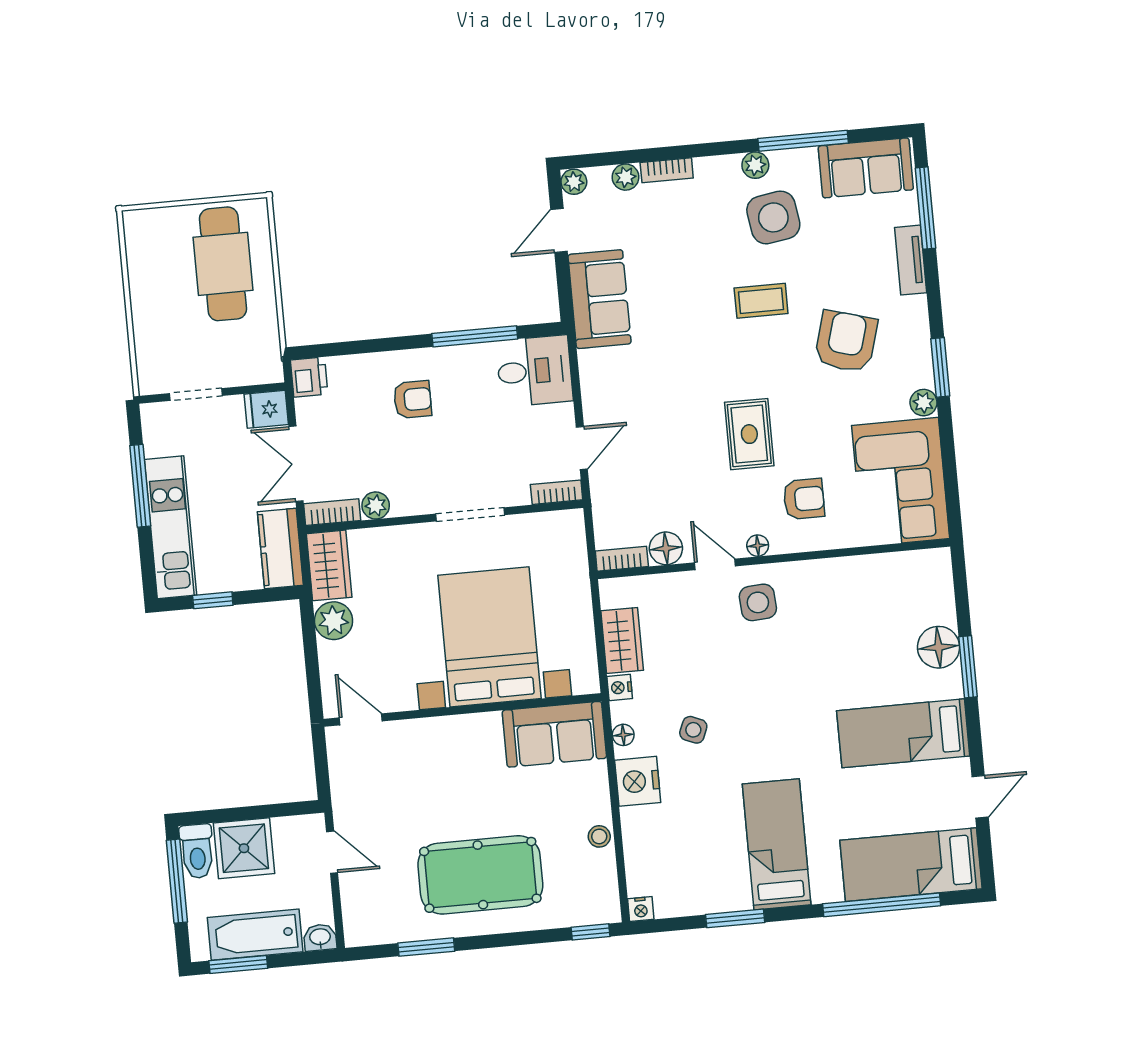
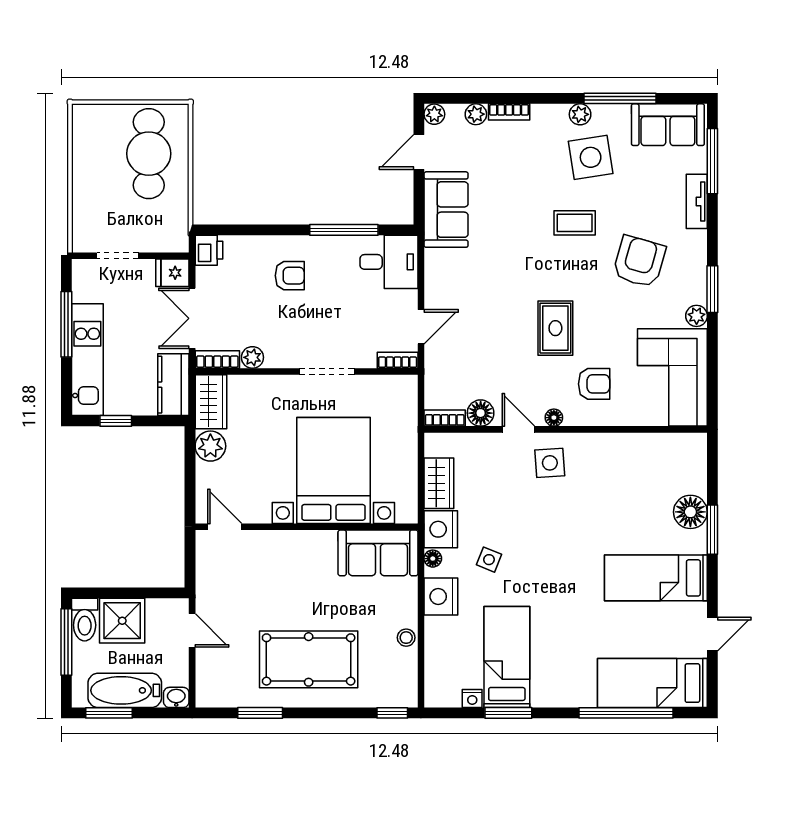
nightstand: (620, 688) -> (441, 529), width x1.89, depth x1.79
bed: (777, 844) -> (507, 657), moved
nightstand: (641, 909) -> (472, 699), moved

